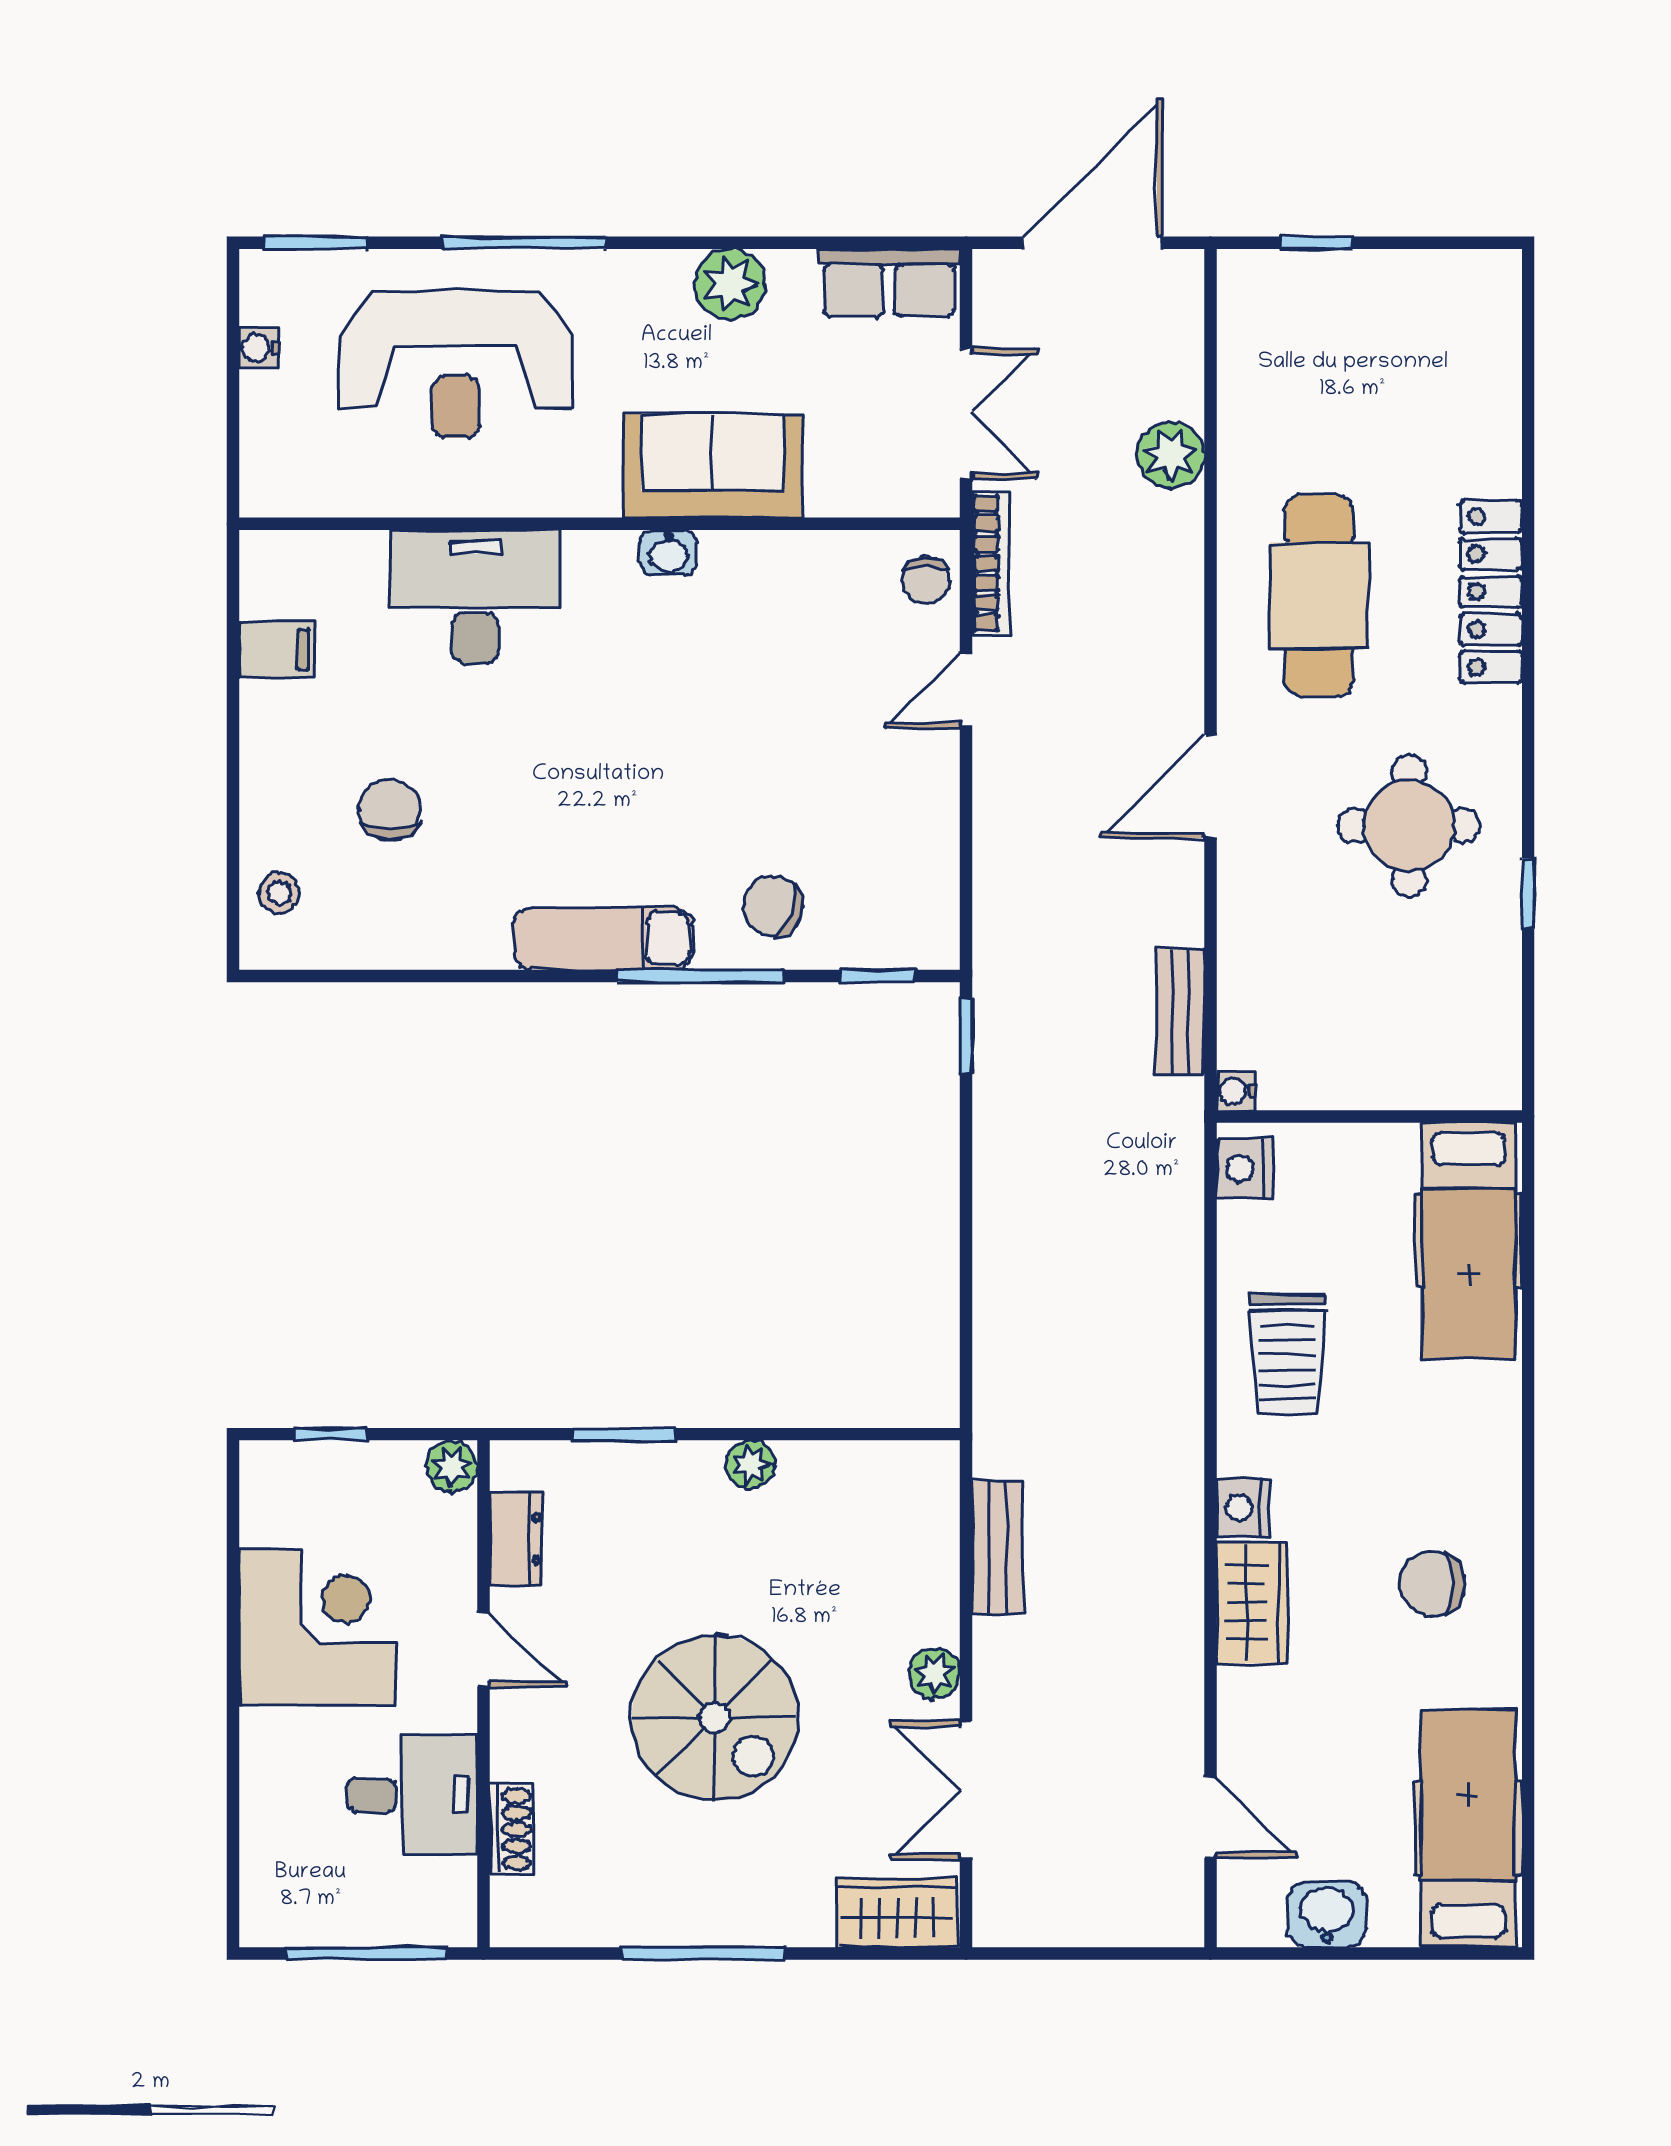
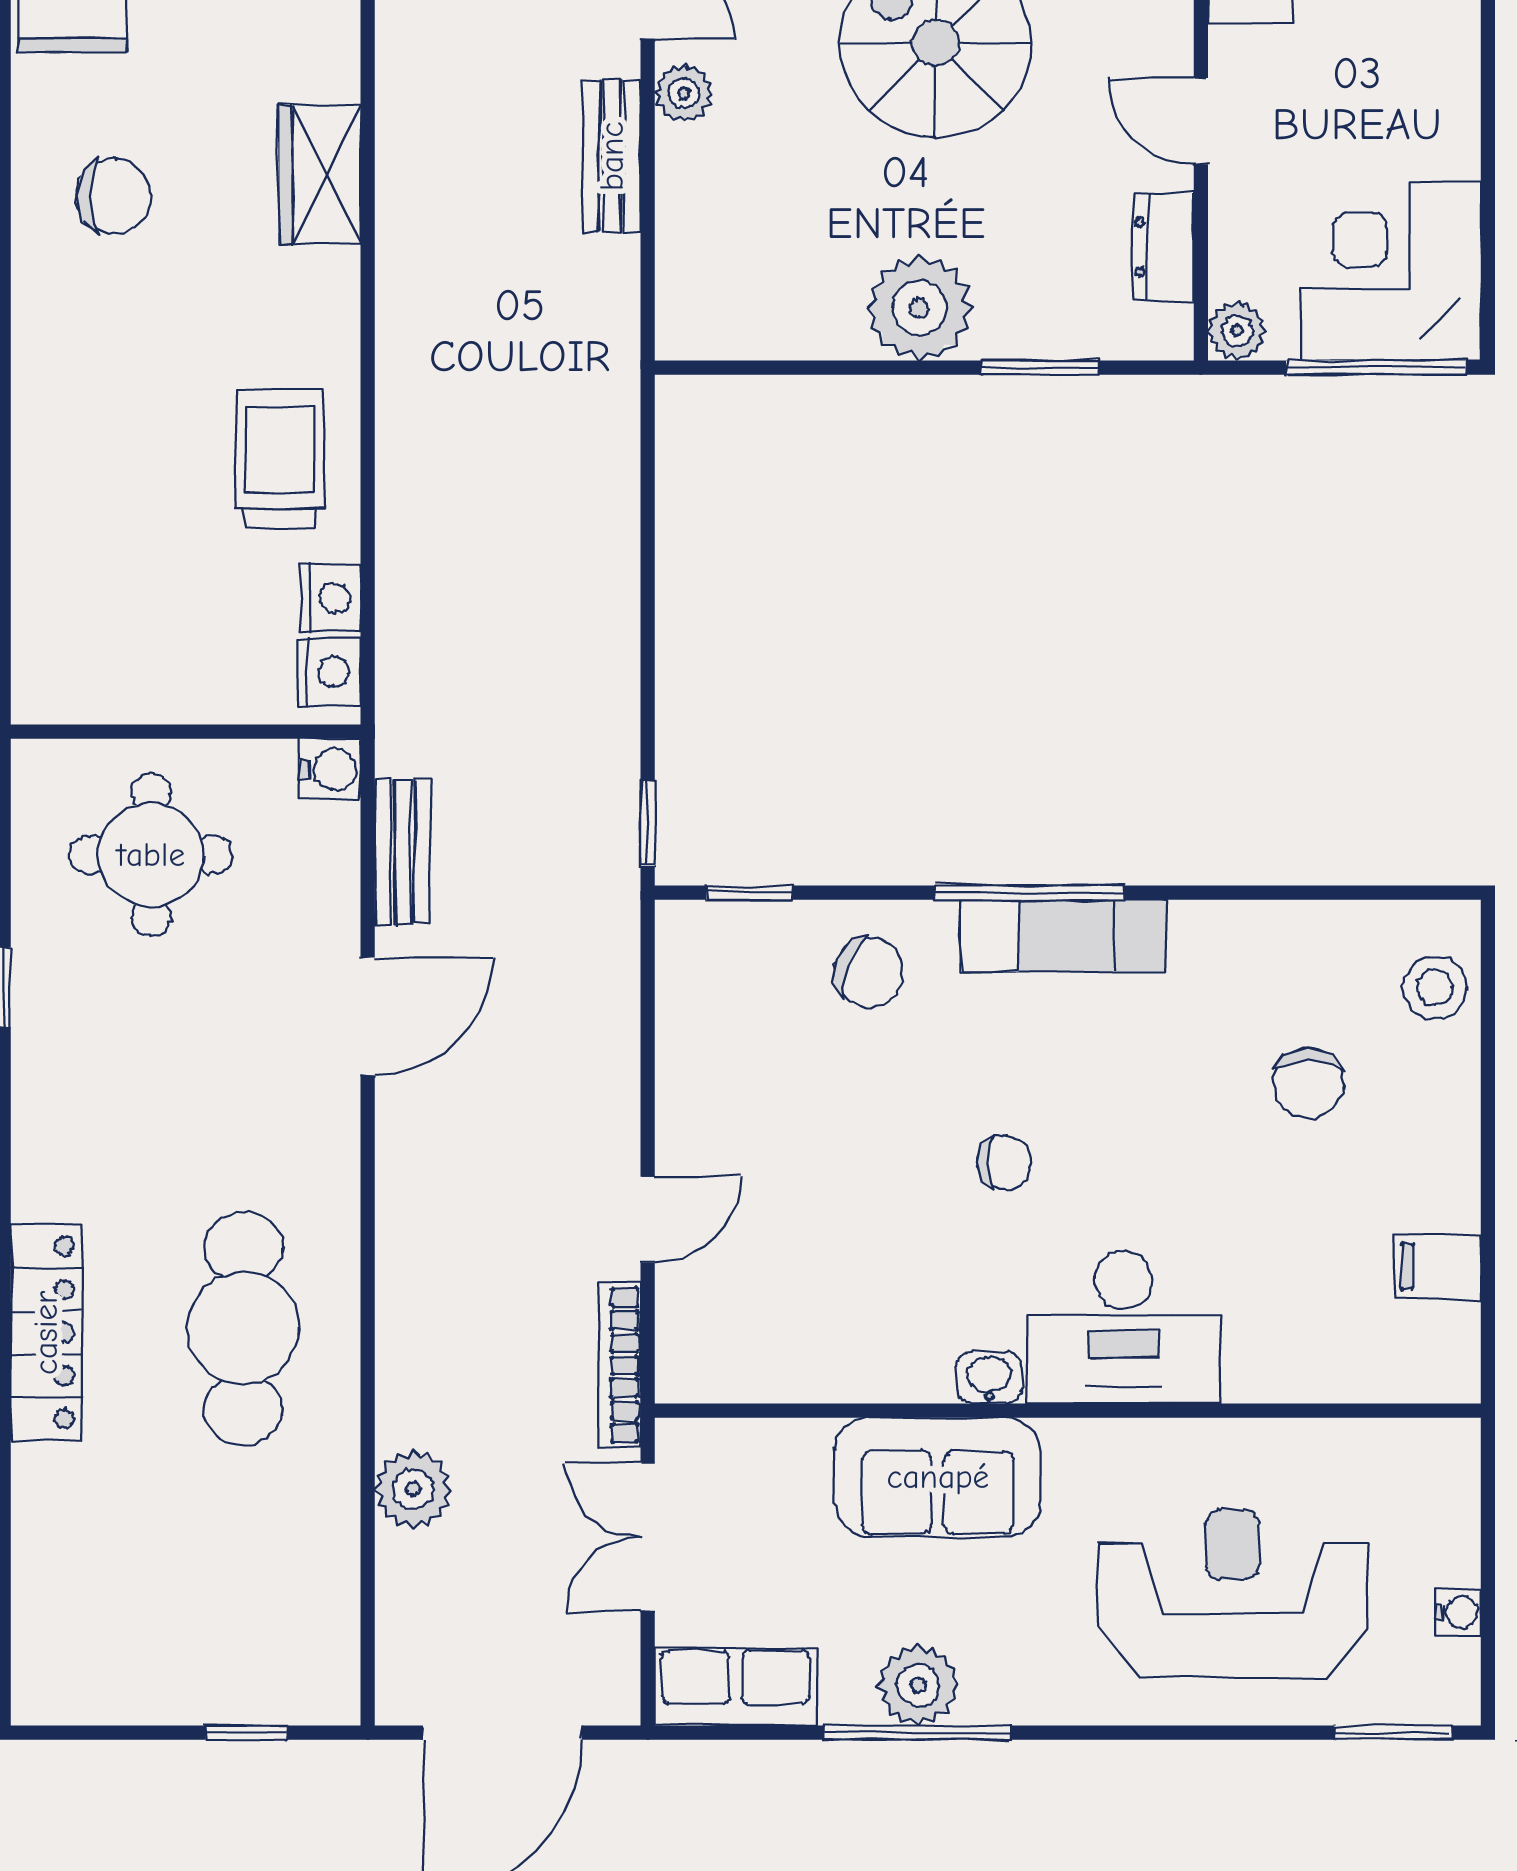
window: (524, 243) -> (917, 1733), moved
chair: (926, 580) -> (1004, 1163), moved, turned 90
desk: (475, 597) -> (1124, 1327), moved
door: (1210, 786) -> (368, 1016), moved
round table: (1409, 826) -> (151, 855), moved
stool: (279, 893) -> (1435, 987), width x1.37, depth x1.37
window: (701, 976) -> (1029, 893), moved
water cooler: (1236, 1091) -> (330, 769), width x1.38, depth x1.38
hospital bed: (1469, 1241) -> (72, 589), removed
window: (330, 1434) -> (1376, 368), width x2.17
plant: (750, 1465) -> (919, 308), width x1.88, depth x1.88
nightstand: (1243, 1508) -> (330, 598), moved
bench: (998, 1548) -> (612, 156), moved
corner desk: (317, 1627) -> (1391, 271), moved, turned 90

